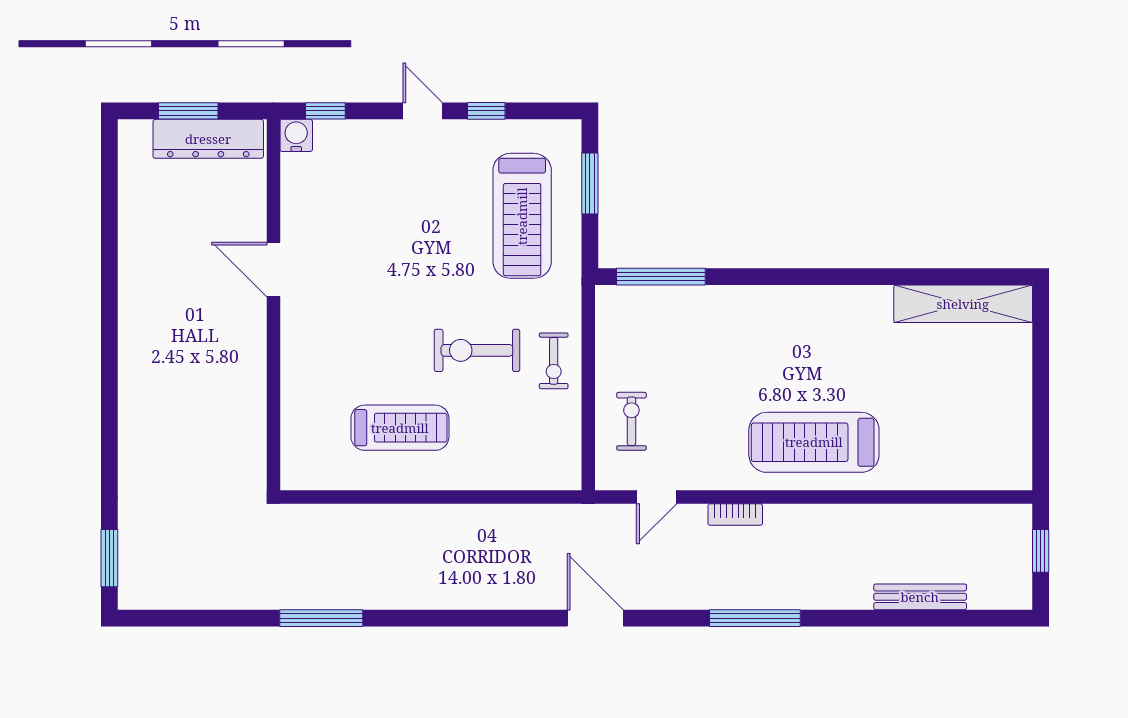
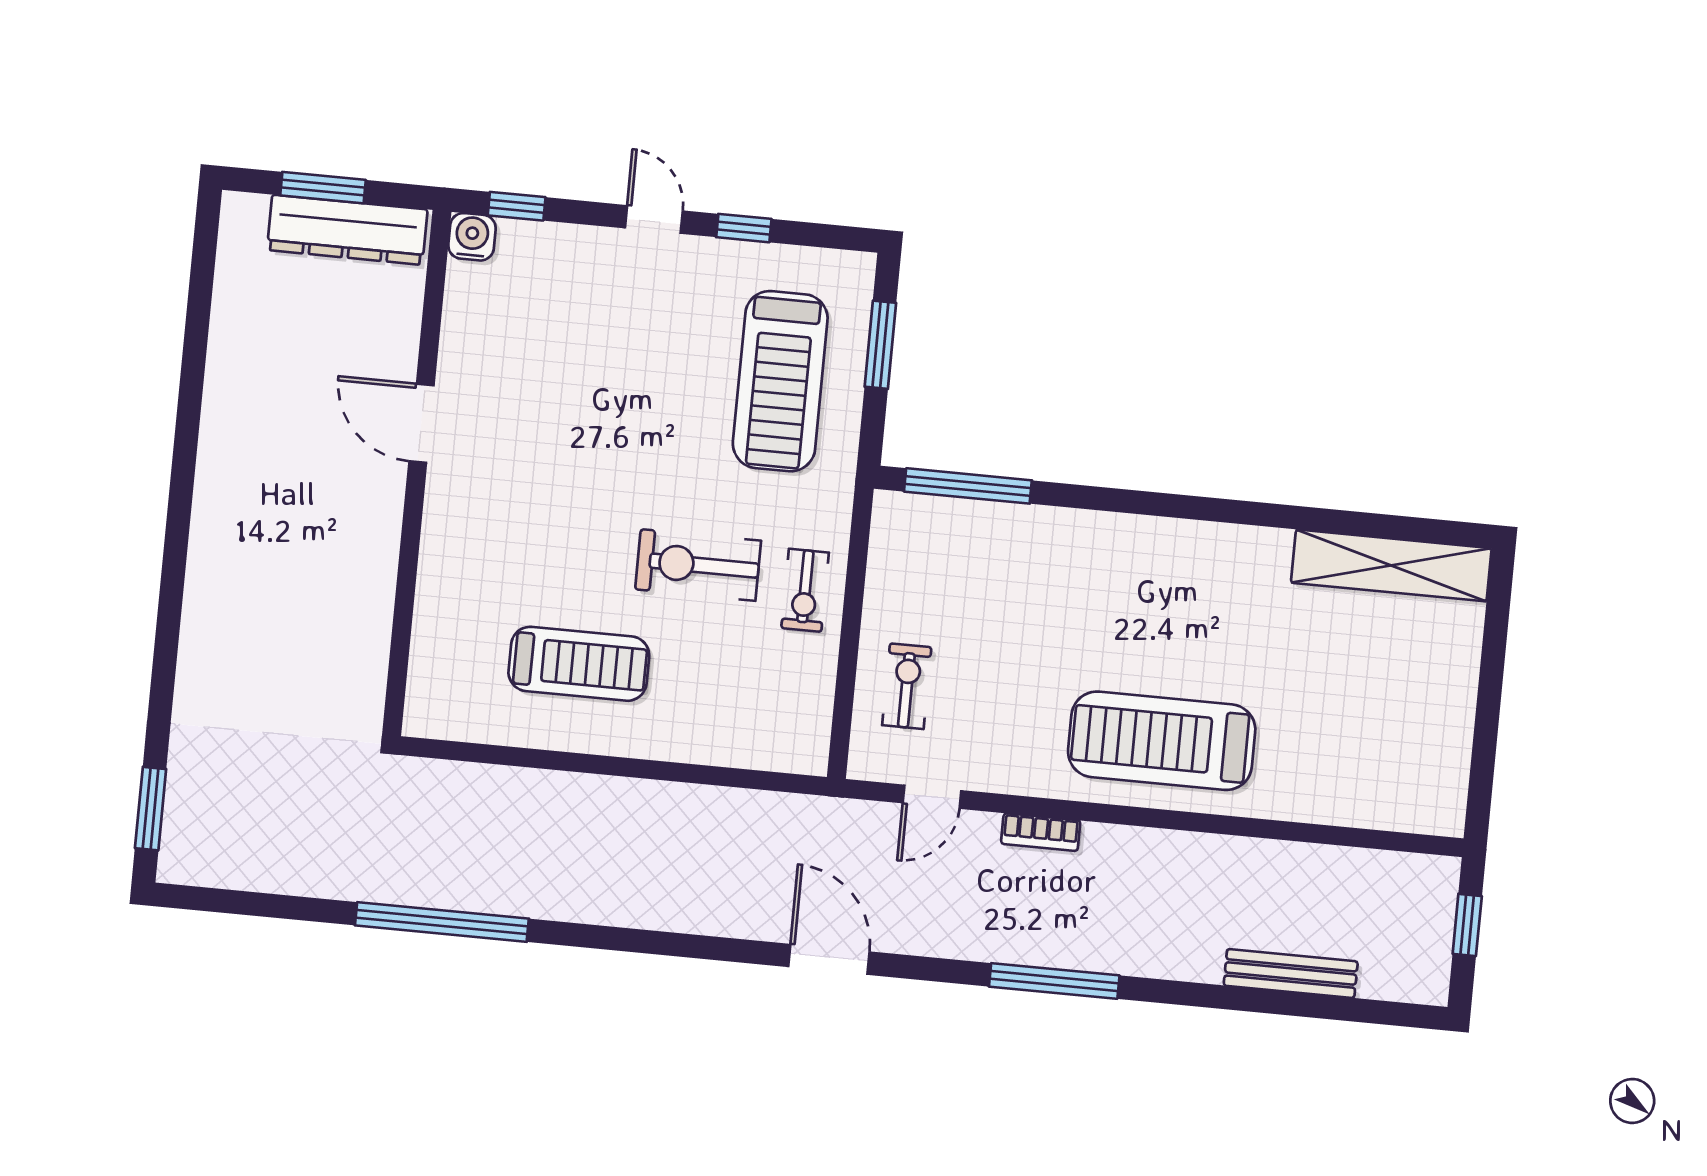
window: (321, 618) -> (442, 922), width x1.46

